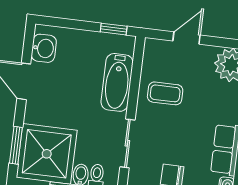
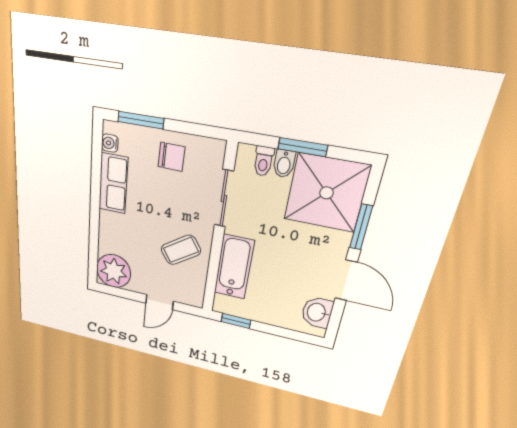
coffee table: (165, 93) -> (181, 250), turned -34
window: (16, 145) -> (361, 227), moved

